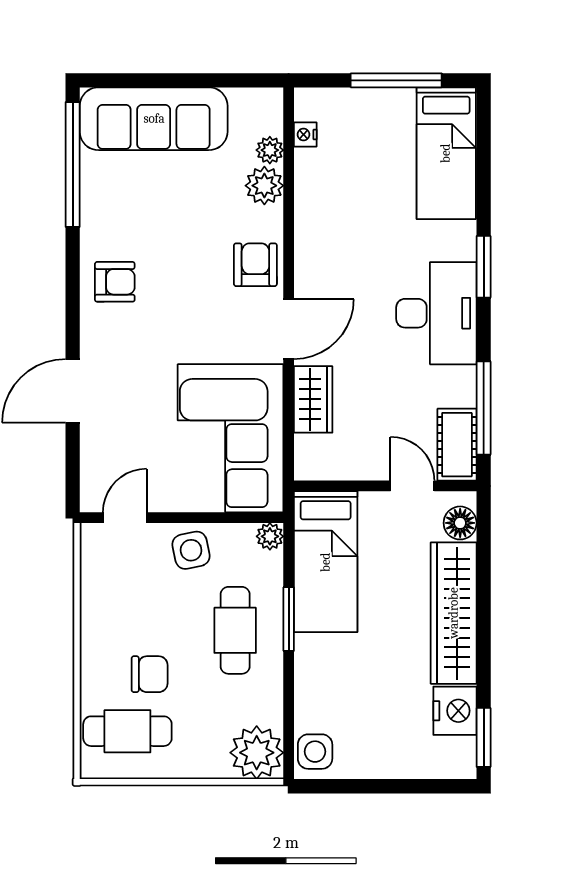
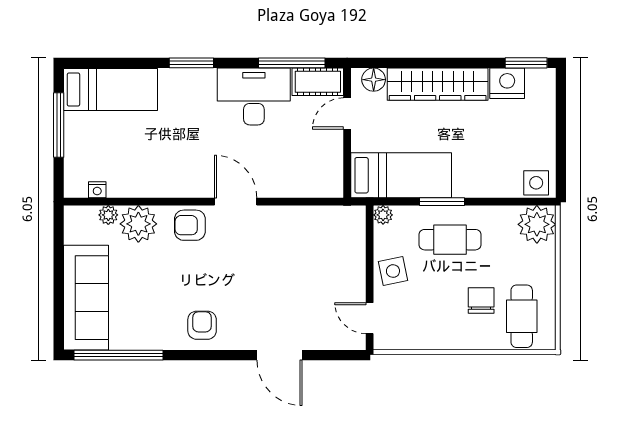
plant: (264, 186) -> (138, 224), width x1.36, depth x1.36
desk: (436, 313) -> (254, 96), moved
wardrobe: (313, 399) -> (286, 184), removed
corner sofa: (231, 438) -> (313, 243), removed

